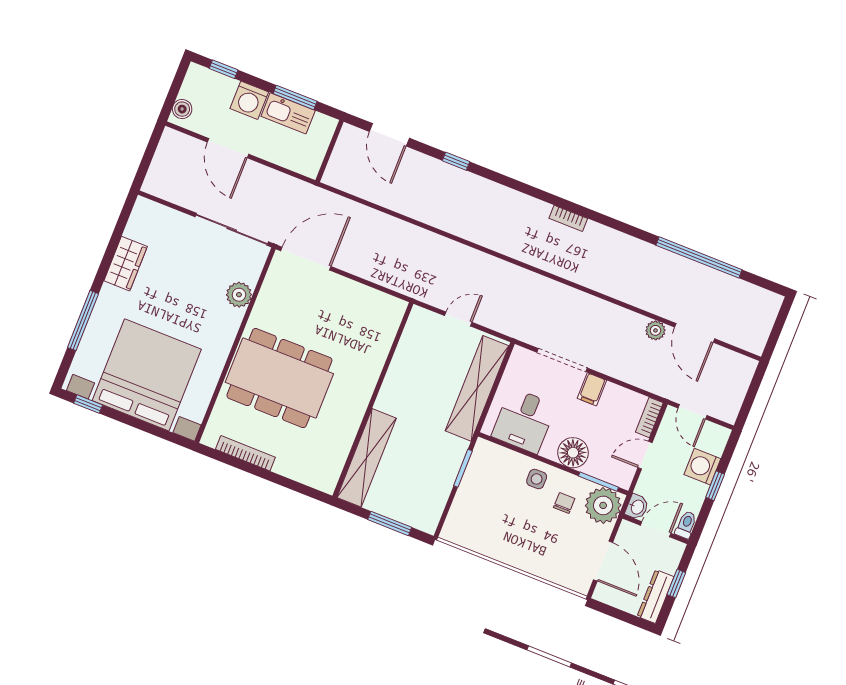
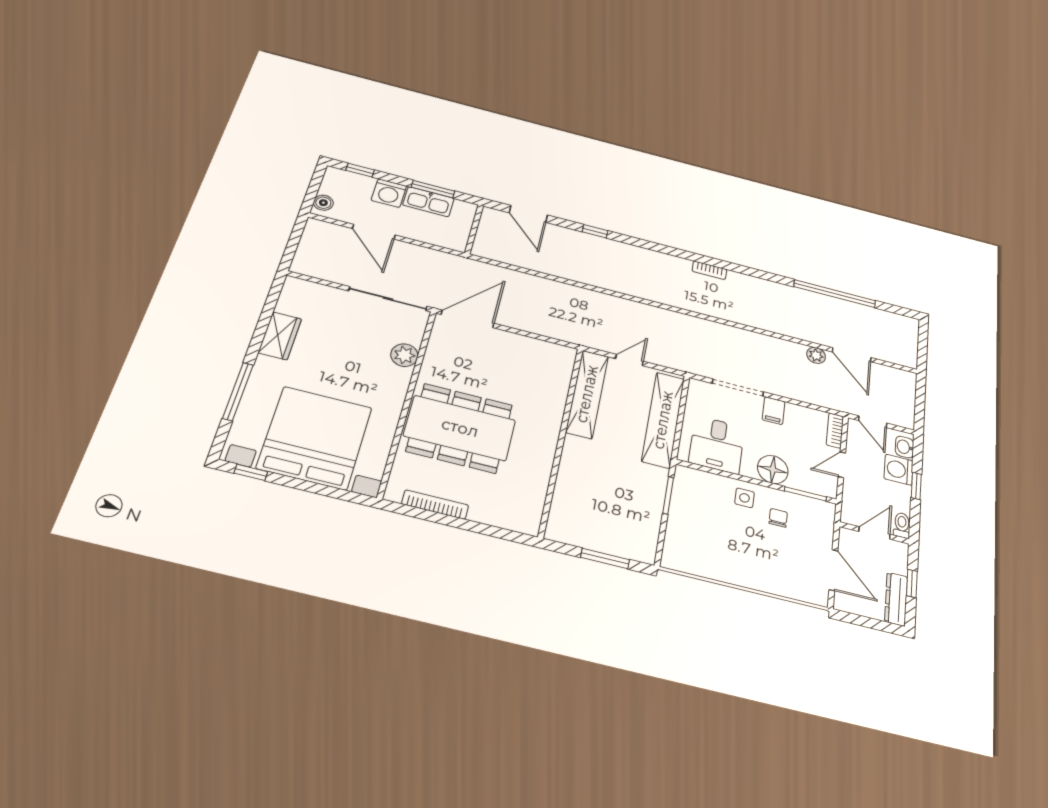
shelving: (367, 458) -> (587, 394), moved
plant: (603, 505) -> (817, 516), removed
washbasin: (637, 507) -> (905, 447), moved, turned 180

